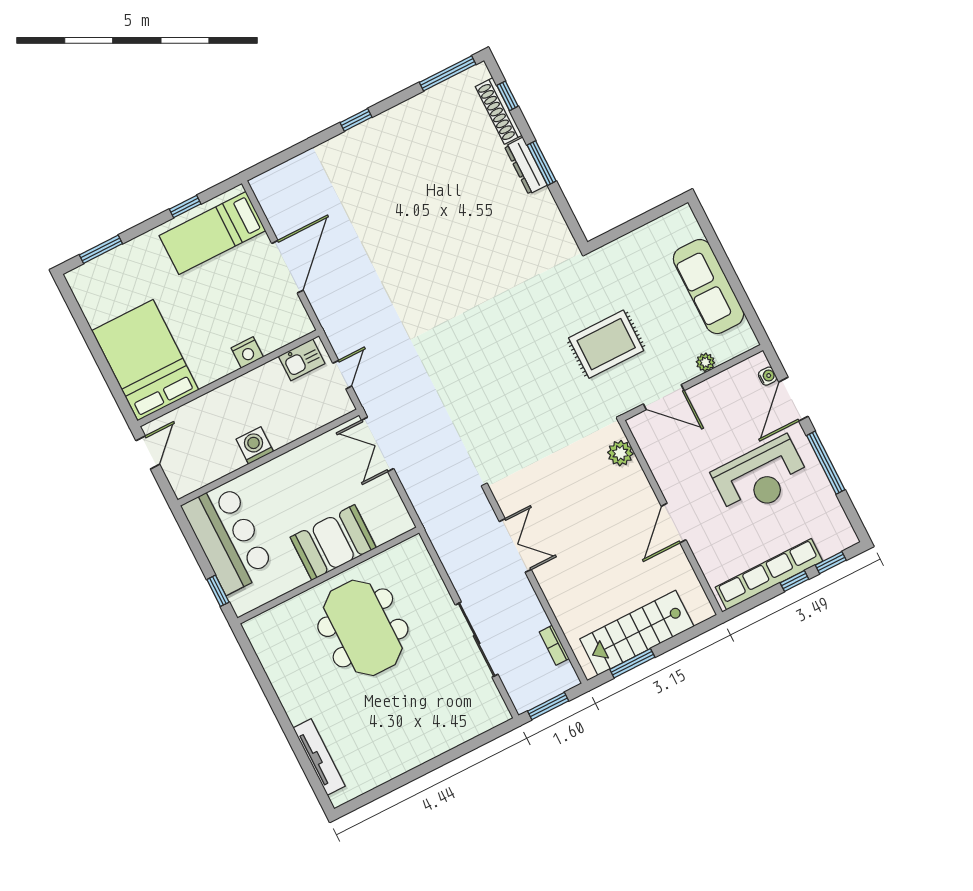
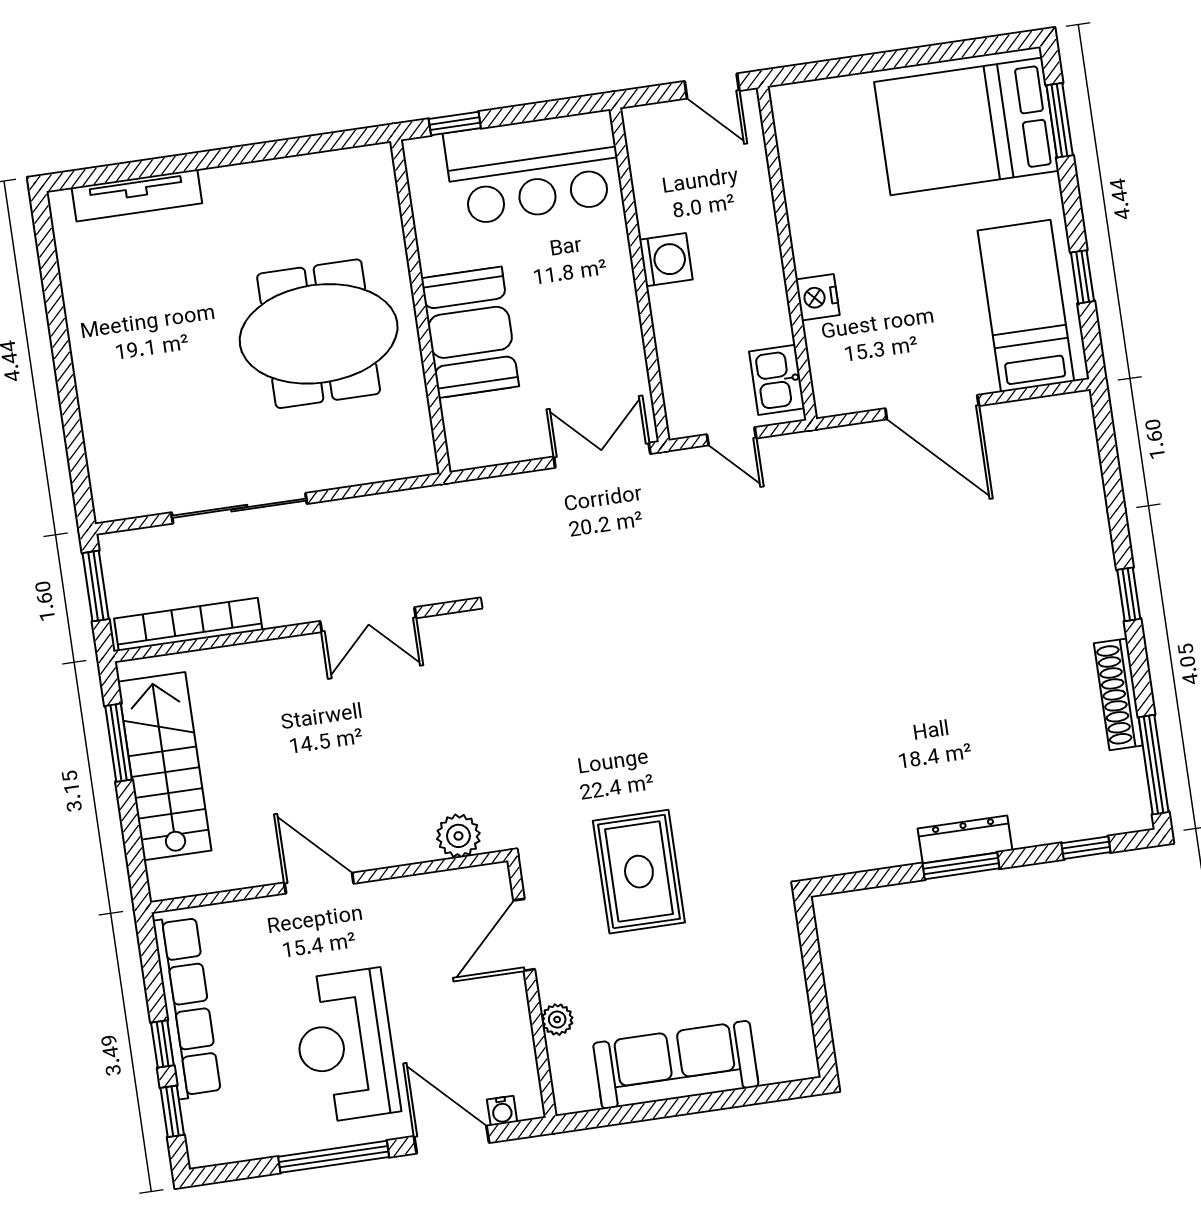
shoe rack: (499, 111) -> (1118, 694), moved, turned -90
bed: (145, 360) -> (966, 126), moved, turned 180
bookcase: (554, 645) -> (188, 624), width x2.31, depth x1.31

